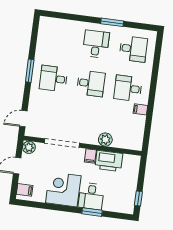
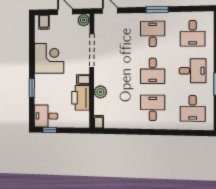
desk: (59, 39) -> (193, 33), added
filing cabinet: (140, 109) -> (99, 122), moved
desk: (91, 196) -> (46, 116), moved

